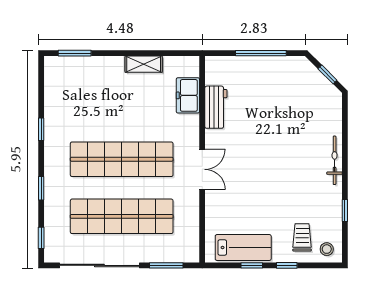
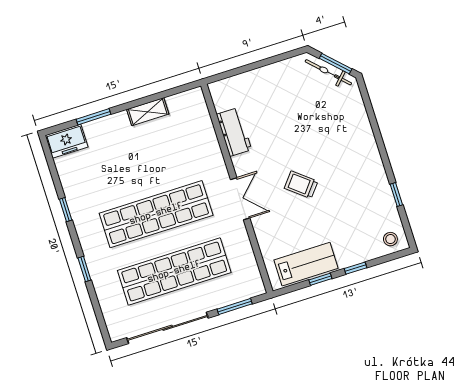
window: (75, 53) -> (93, 117), moved
window: (261, 53) -> (262, 63), removed
window: (327, 74) -> (336, 64), width x1.50
freezer: (188, 95) -> (67, 141), moved, turned -90
bicycle: (335, 160) -> (328, 72), moved, turned -45
trolley: (302, 237) -> (301, 185), moved, turned -51
window: (41, 238) -> (100, 319), removed

